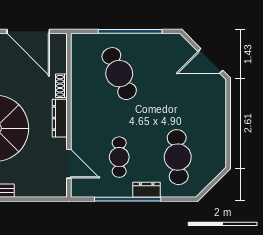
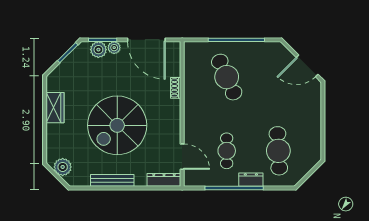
dresser: (60, 118) -> (164, 180), moved, turned 90

